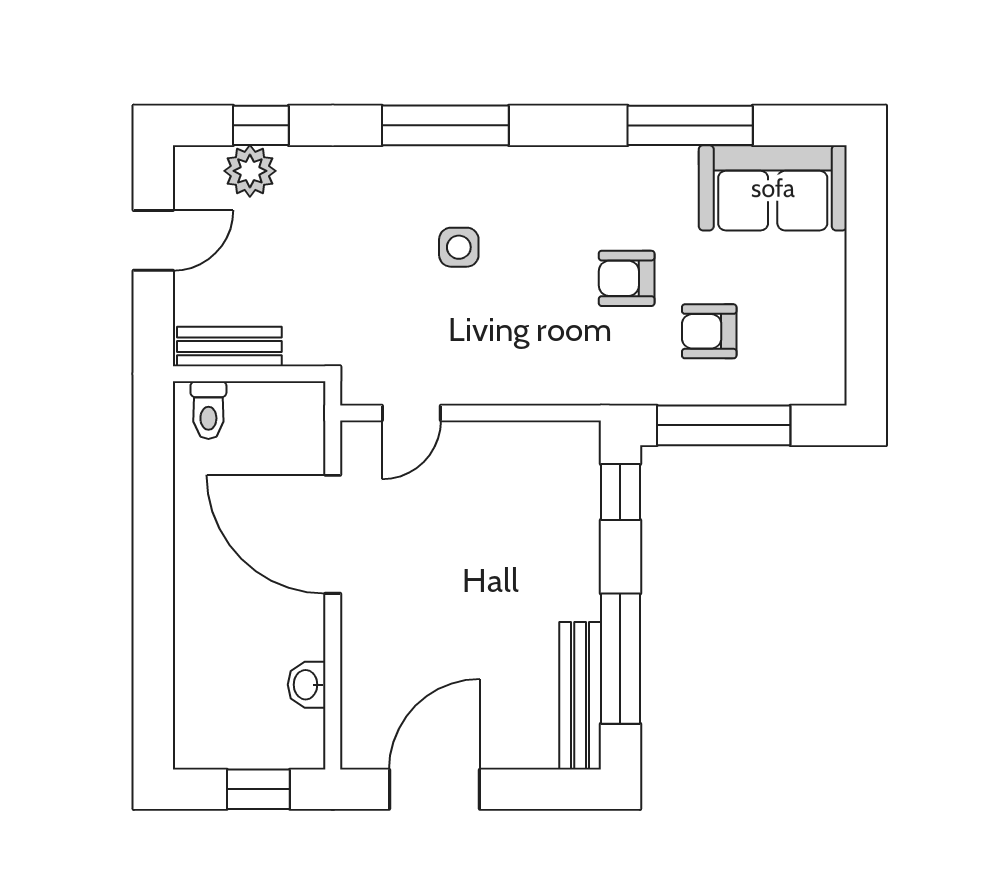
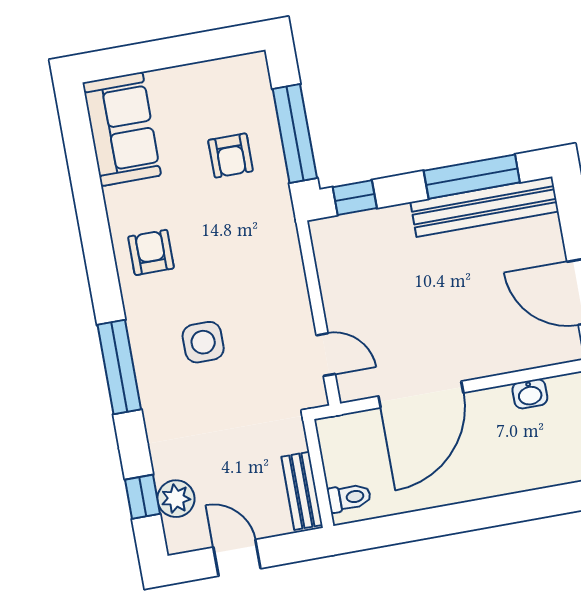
window: (690, 125) -> (88, 195), removed
side table: (459, 247) -> (203, 342), width x1.37, depth x1.37
armchair: (627, 278) -> (151, 252), moved, turned 180
bench: (580, 696) -> (485, 207), width x1.37, depth x1.21

